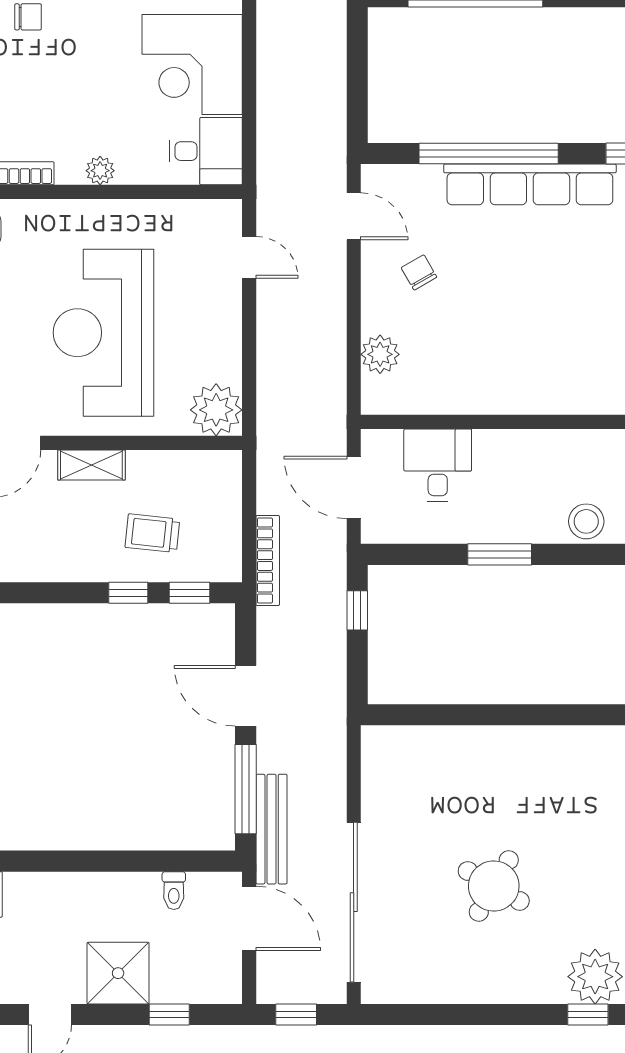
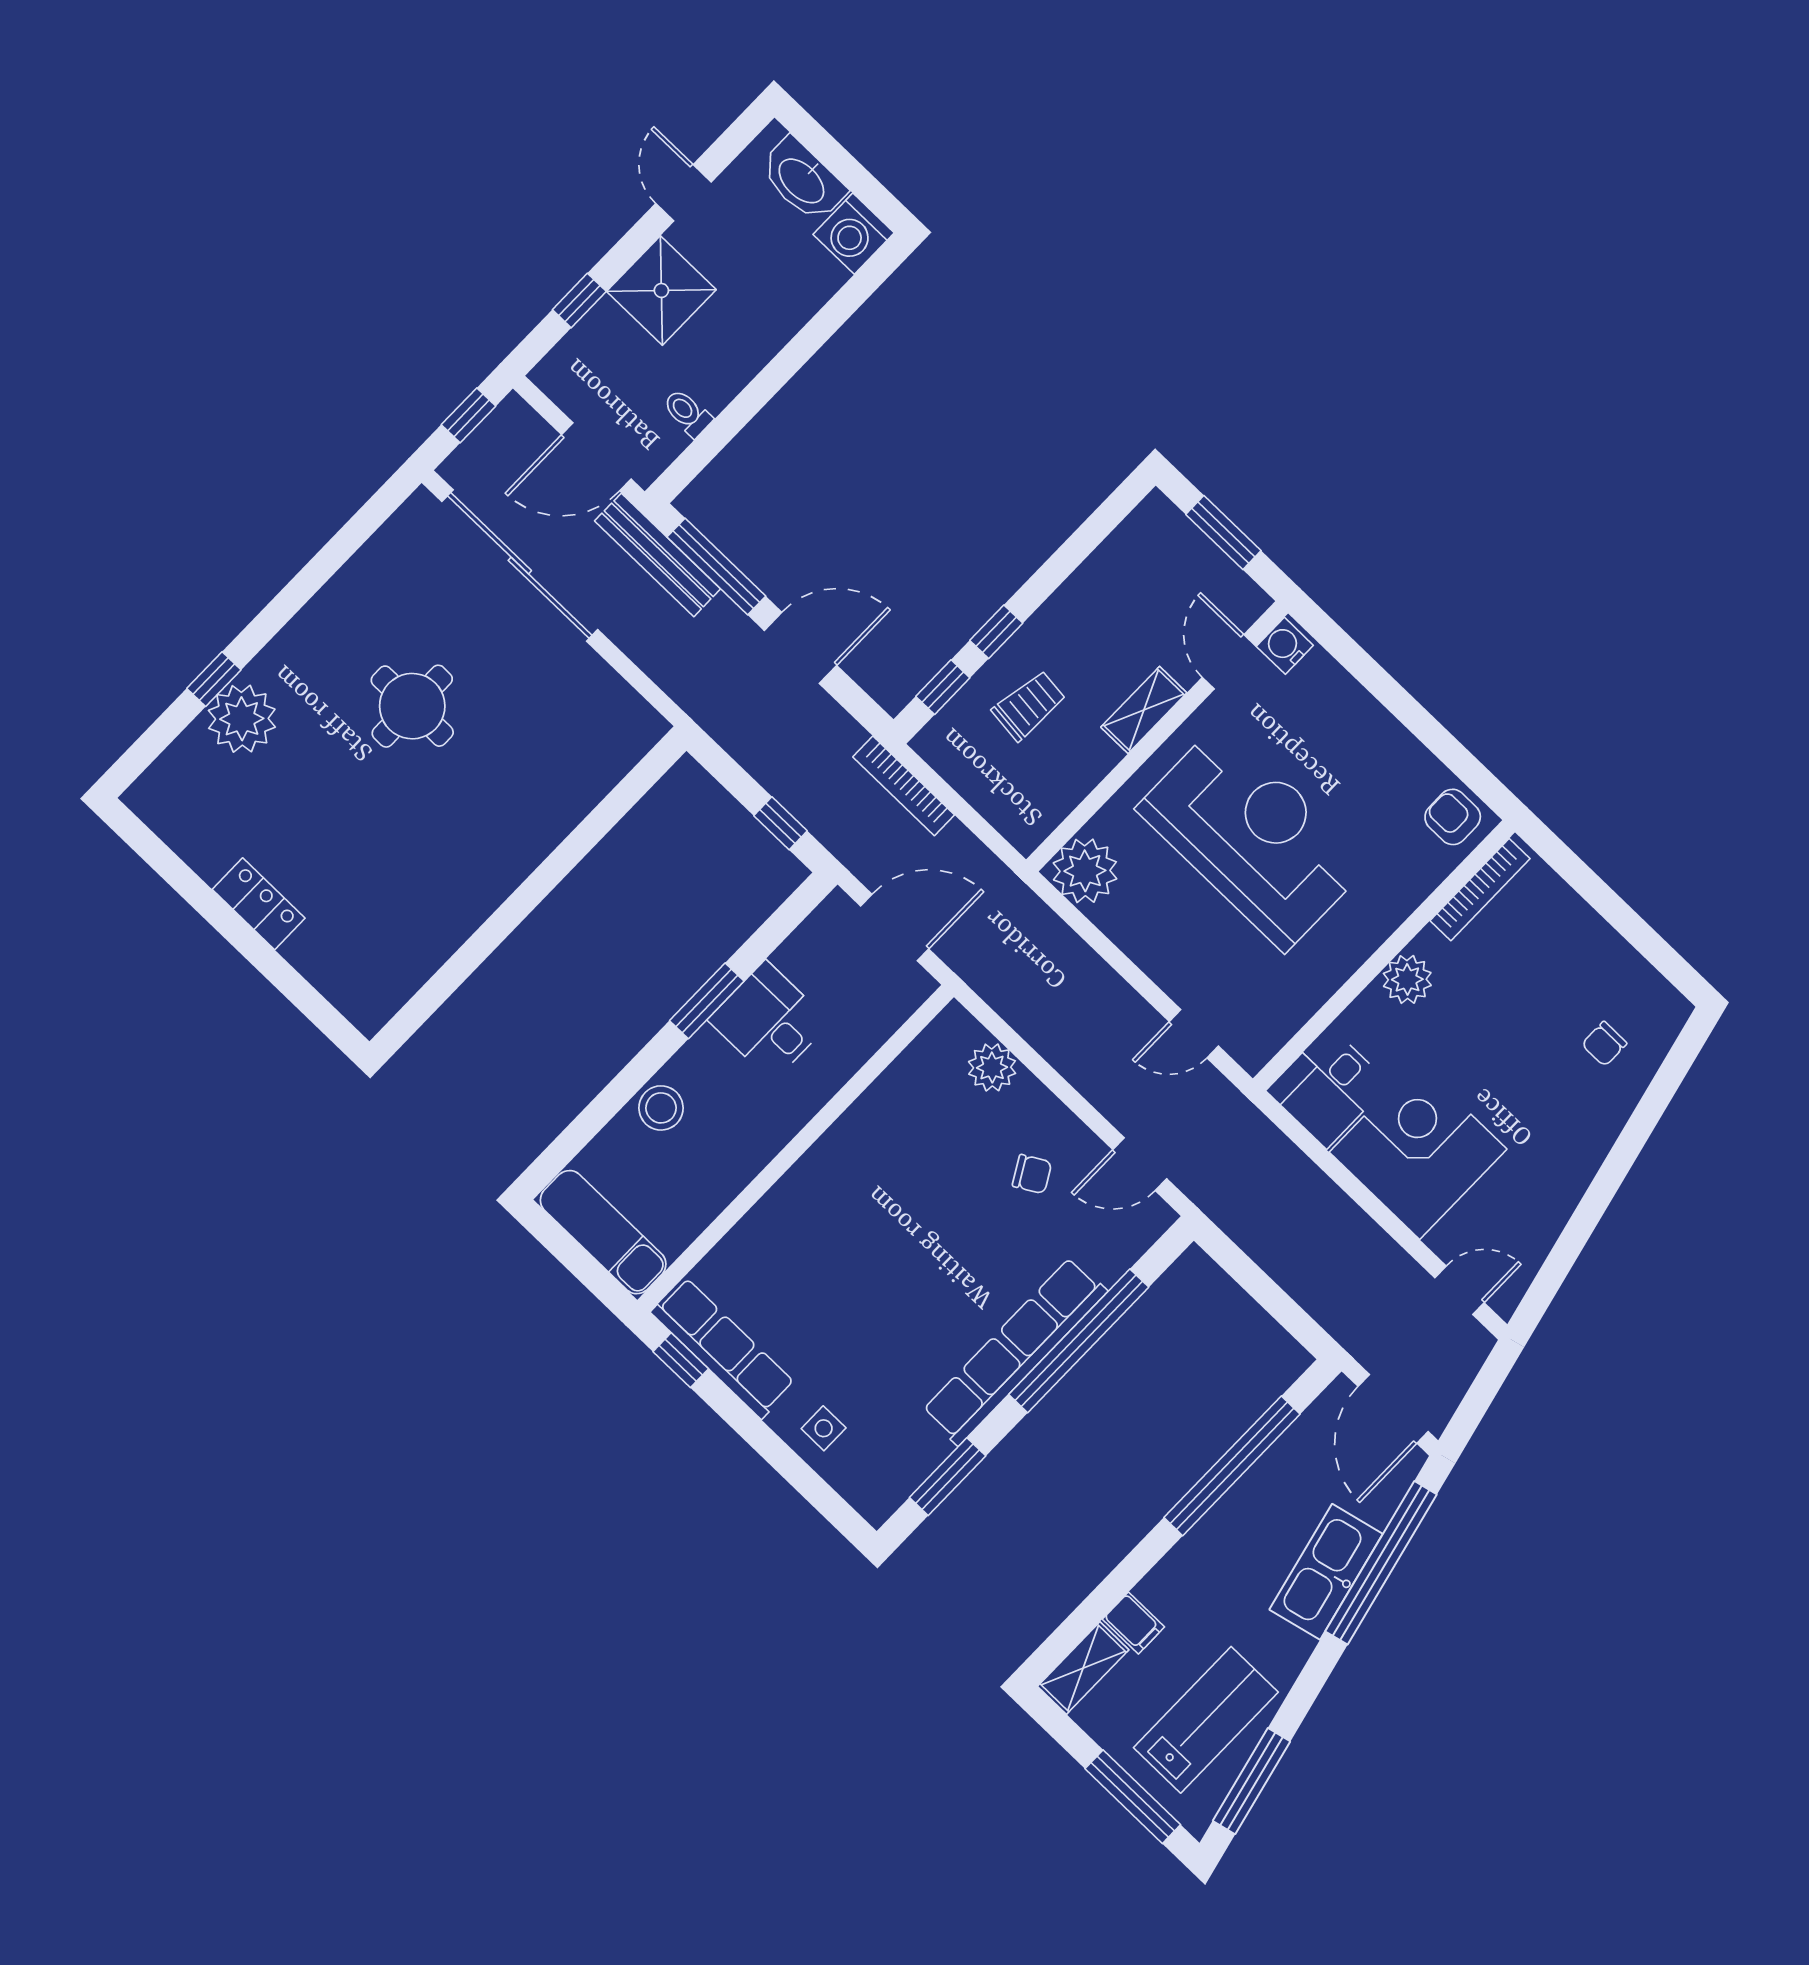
plant: (100, 171) -> (1407, 979), width x1.38, depth x1.38
desk: (438, 465) -> (769, 1021), moved, turned 180
round table: (494, 886) -> (412, 706), turned -30

